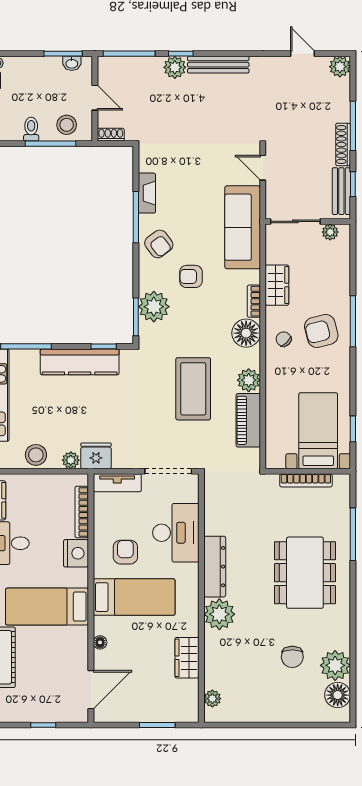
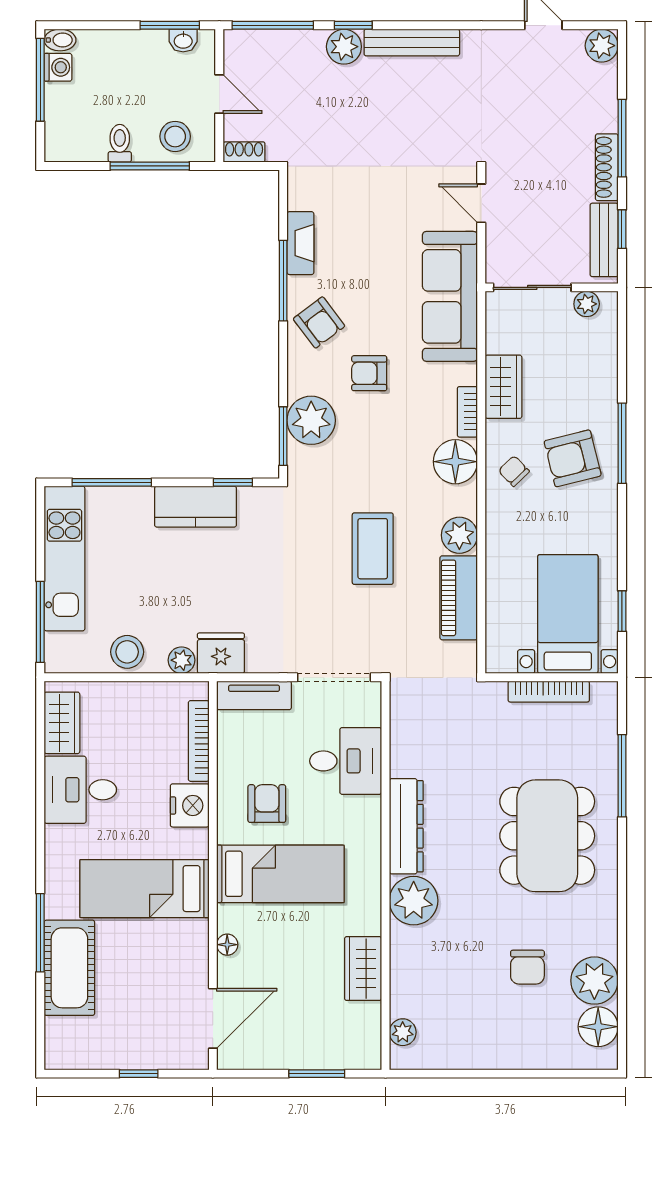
kitchen counter: (80, 362) -> (195, 507), width x0.67
coffee table: (193, 389) -> (373, 549), width x0.73, depth x0.76
desk: (176, 533) -> (346, 761), width x0.73

